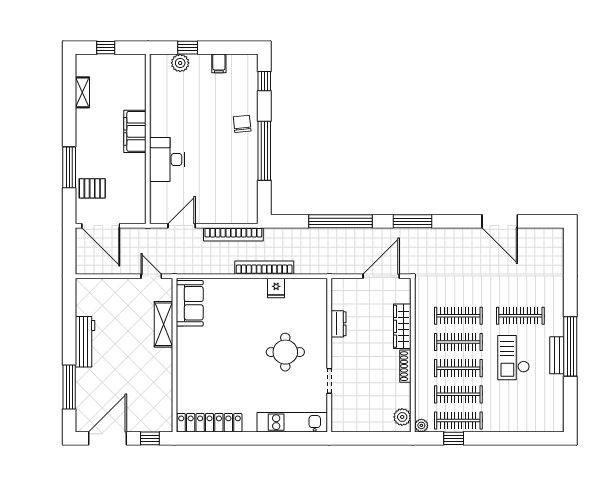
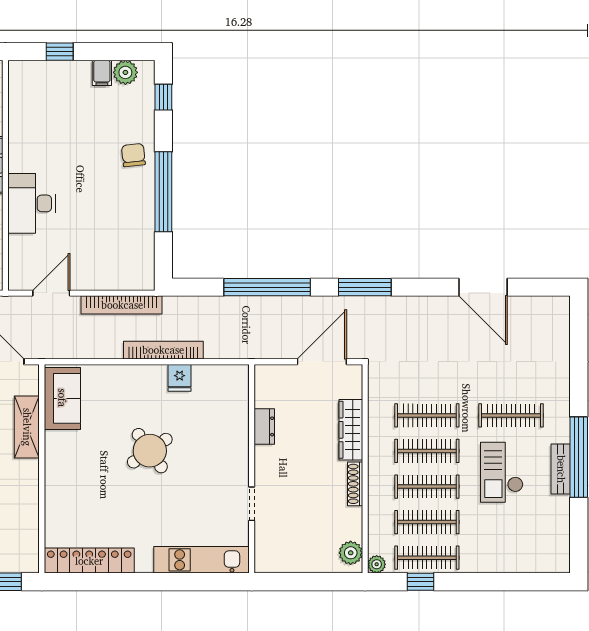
plant: (180, 63) -> (125, 72), moved
round table: (285, 352) -> (150, 451), moved, turned -35

